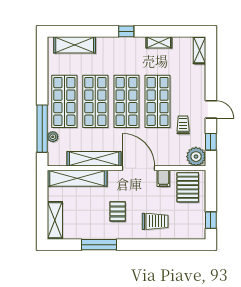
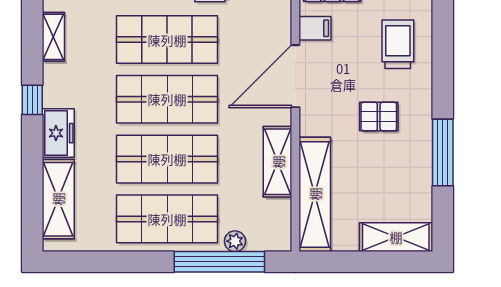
freezer: (109, 45) -> (58, 133), added
shelving: (94, 159) -> (278, 162), width x0.68

